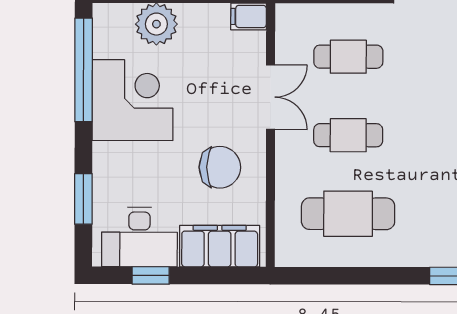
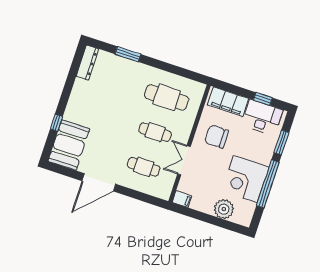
window: (84, 70) -> (268, 184), moved

